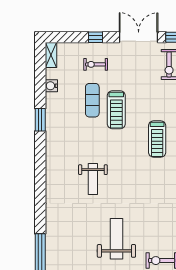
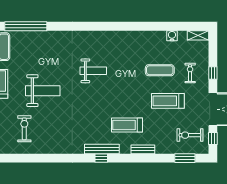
treadmill: (116, 110) -> (168, 101), moved
window: (40, 120) -> (143, 26), removed
weight bench: (93, 179) -> (93, 71), turned 180

